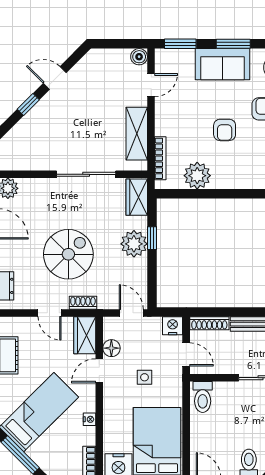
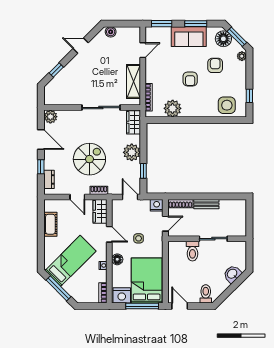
boiler: (139, 57) -> (111, 32), moved
window: (28, 104) -> (56, 70), moved
window: (152, 238) -> (143, 171), moved
floor lamp: (111, 348) -> (117, 259), moved
door: (186, 354) -> (165, 224), hinge flipped
door: (99, 371) -> (109, 234), swing flipped
toilet: (203, 397) -> (192, 251), moved

